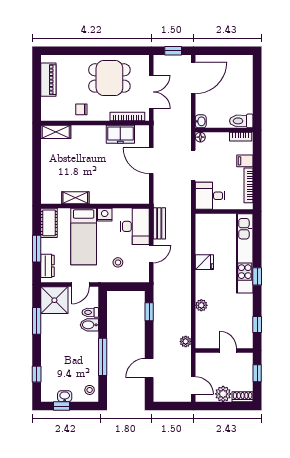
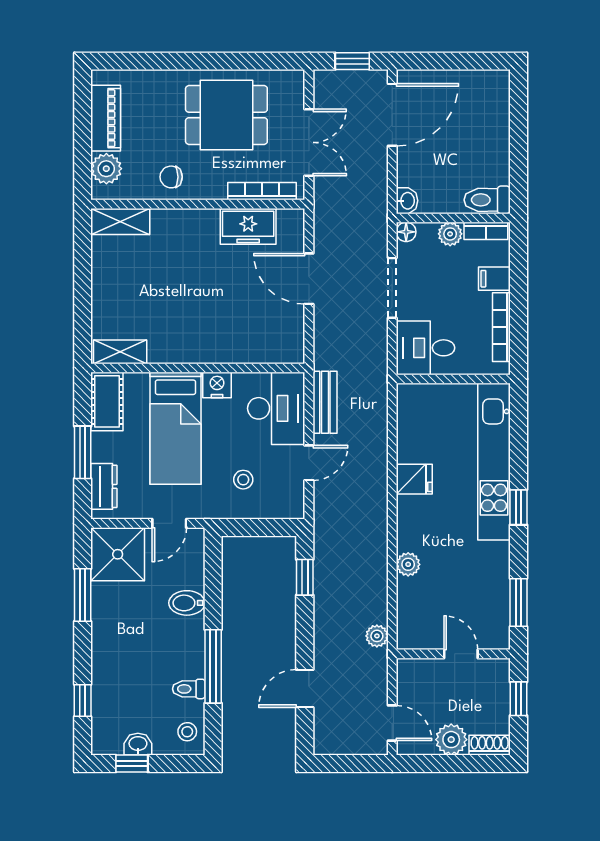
plant: (49, 105) -> (106, 169), added
plant: (223, 138) -> (450, 234), added
shelving: (75, 198) -> (120, 352), moved
toilet: (90, 312) -> (189, 689), moved
window: (257, 325) -> (519, 602), width x1.50

